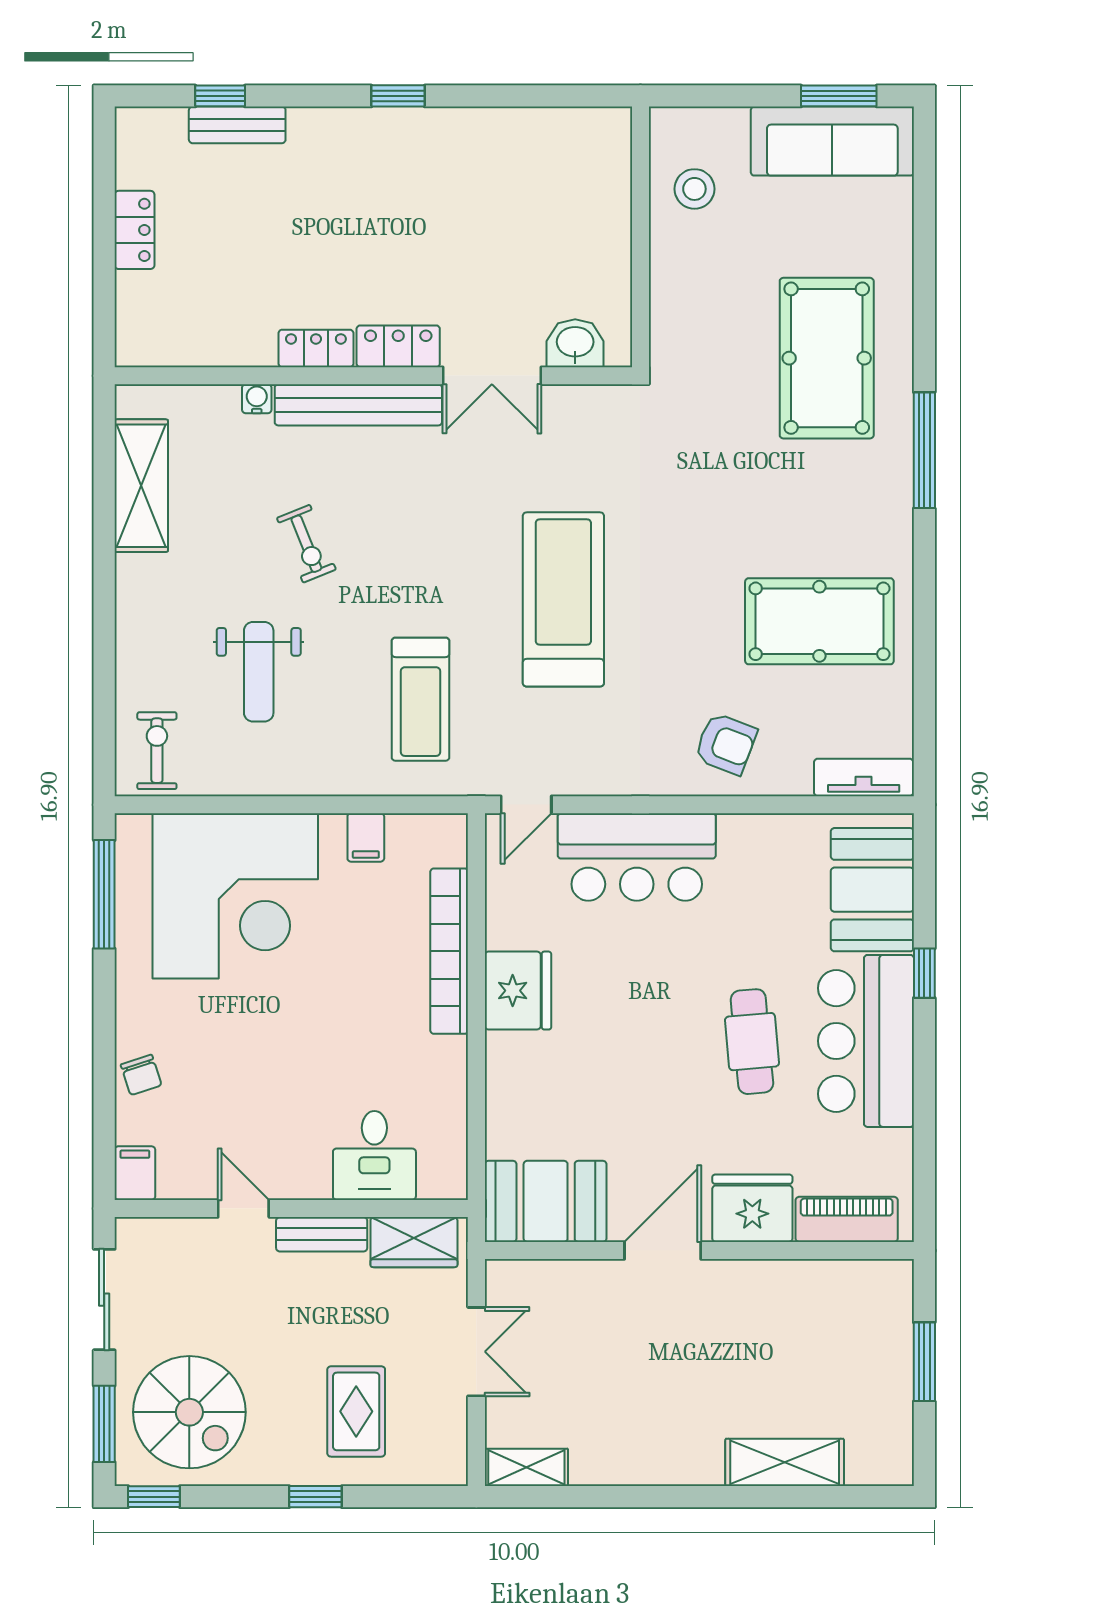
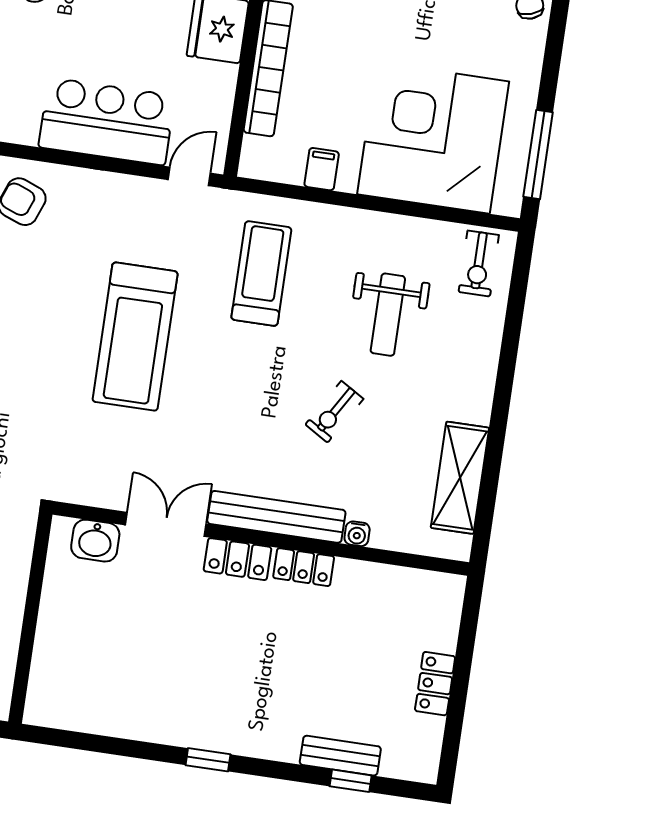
exercise bike: (306, 544) -> (334, 412), turned -127
weight bench: (259, 672) -> (388, 315), turned 180

